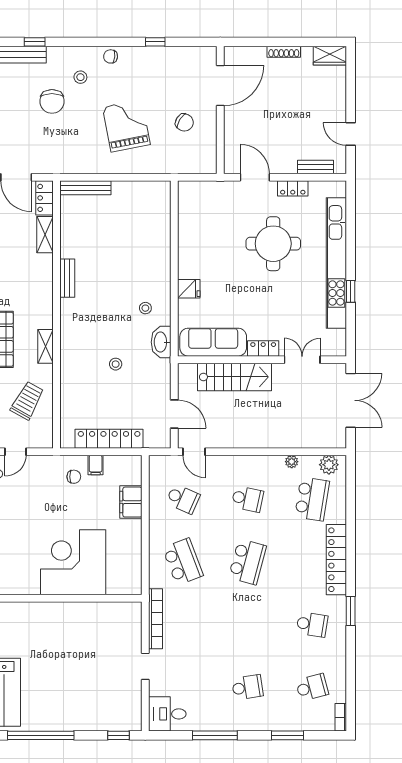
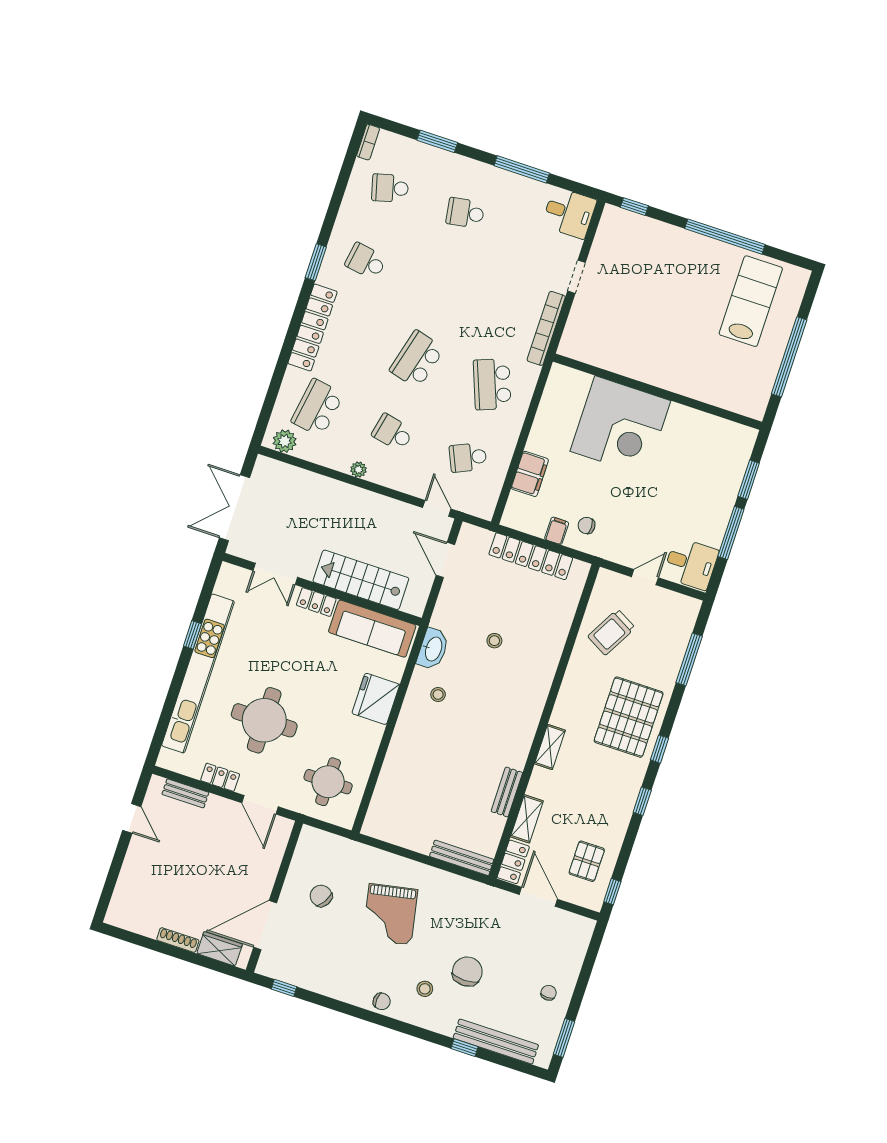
window: (155, 42) -> (284, 988), moved
wardrobe: (330, 56) -> (220, 949), moved
round table: (208, 213) -> (328, 782), added
bench: (67, 278) -> (507, 792), moved
fridge: (189, 289) -> (376, 699), width x1.88, depth x1.34
shelving: (46, 346) -> (550, 747), moved
plant: (292, 462) -> (358, 470), moved
school desk: (183, 499) -> (468, 457), turned -48

